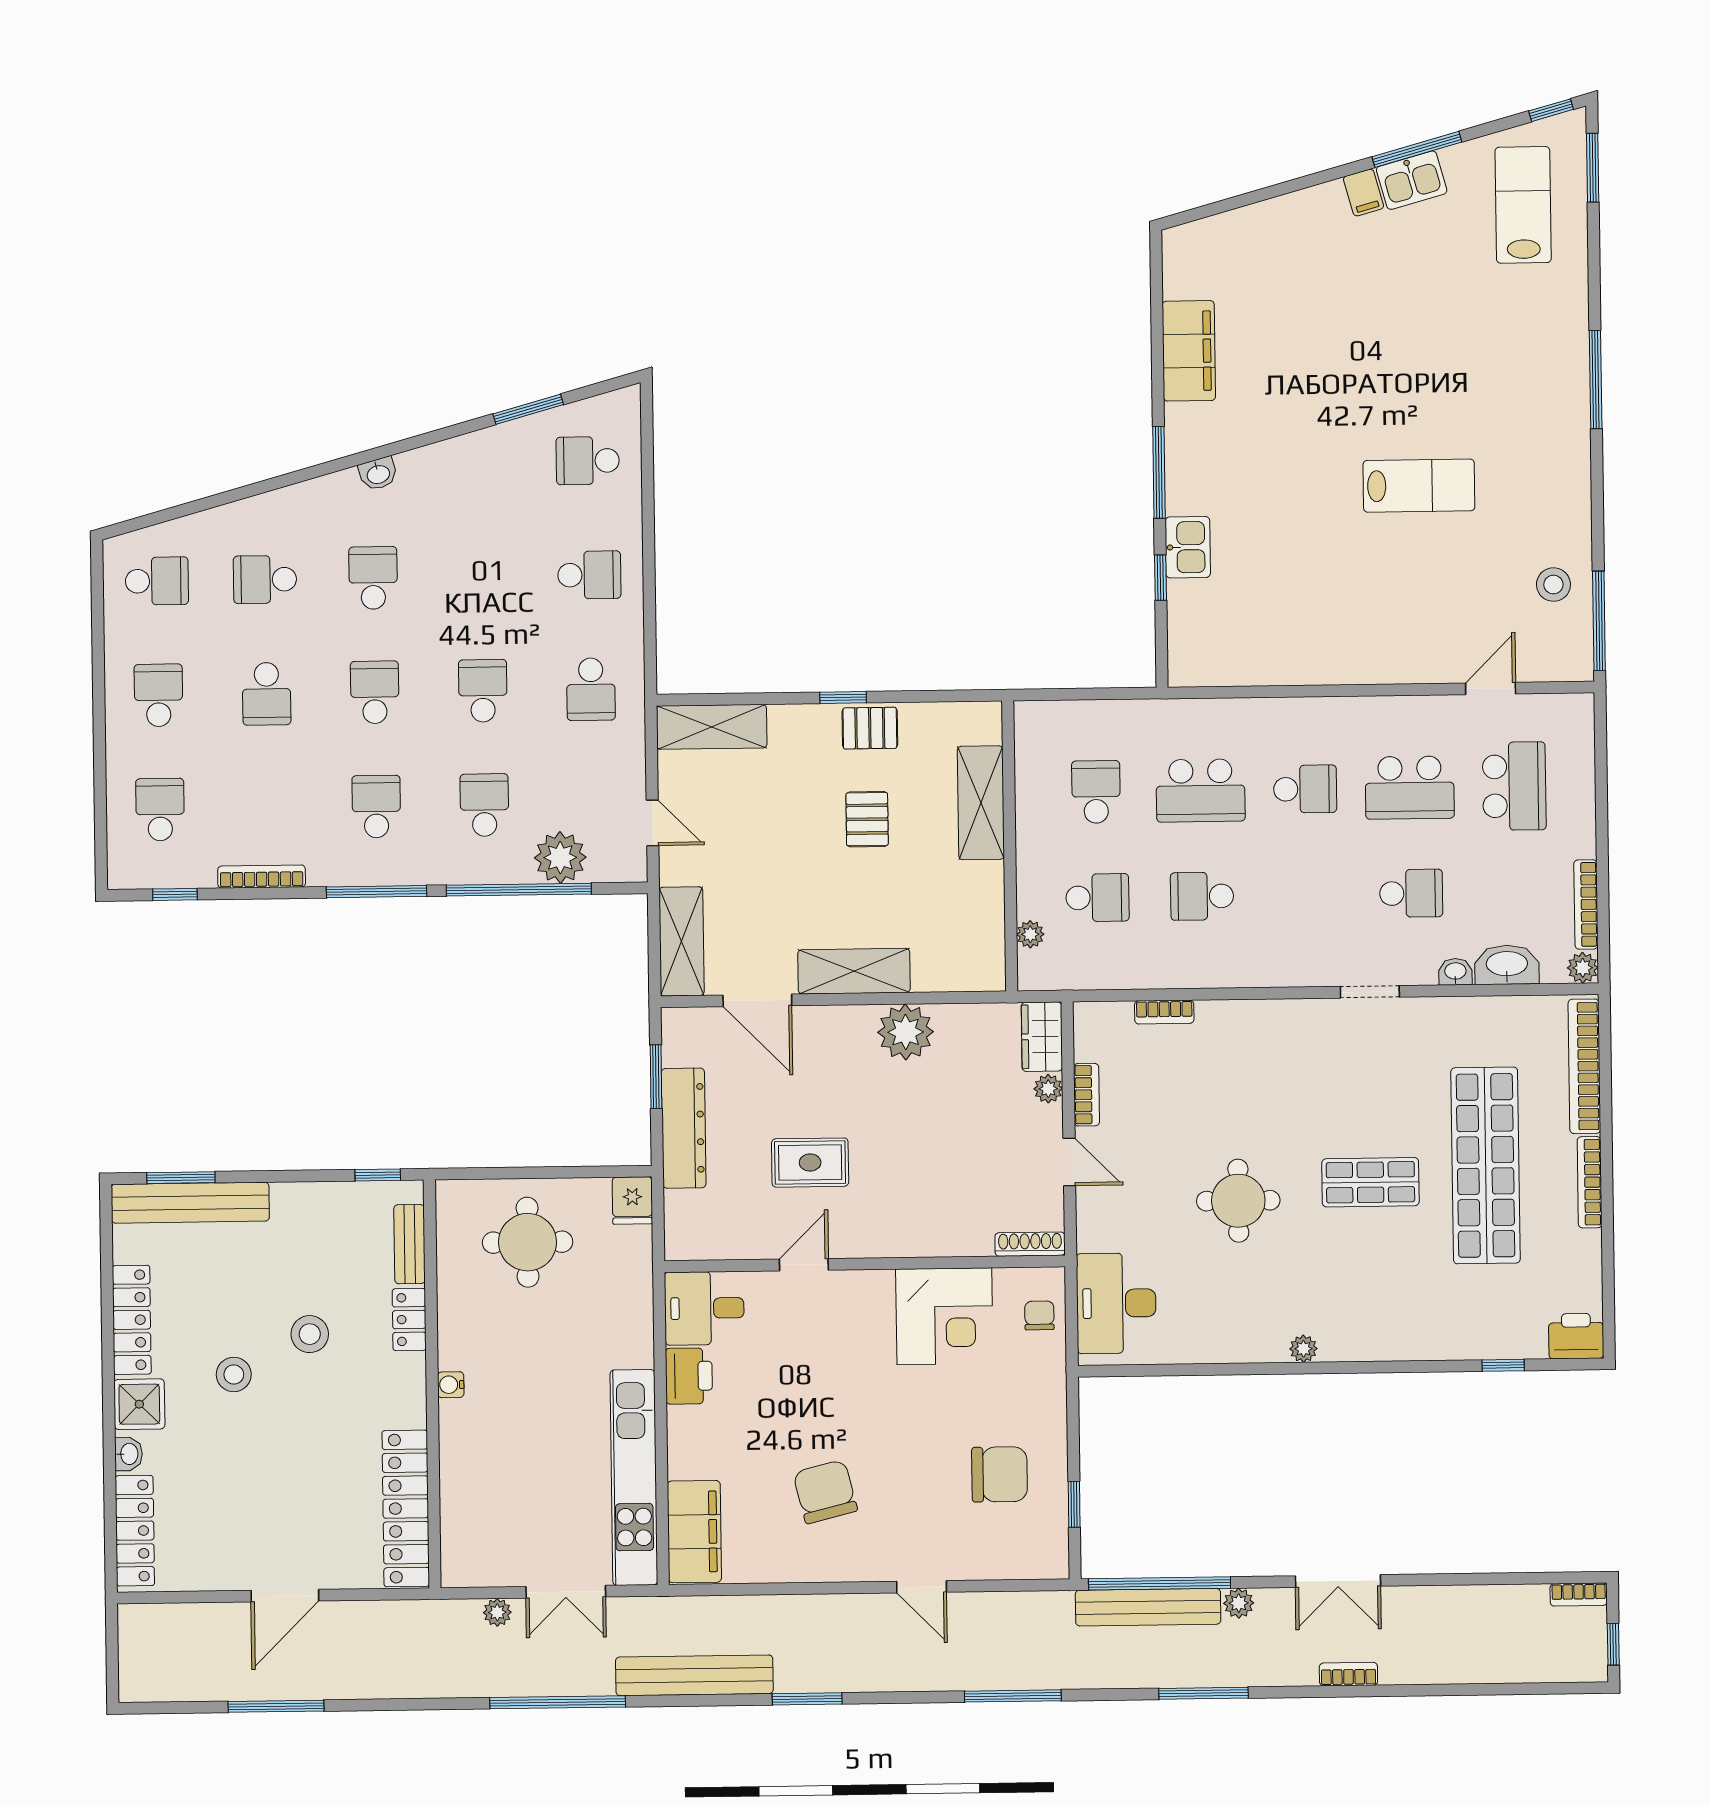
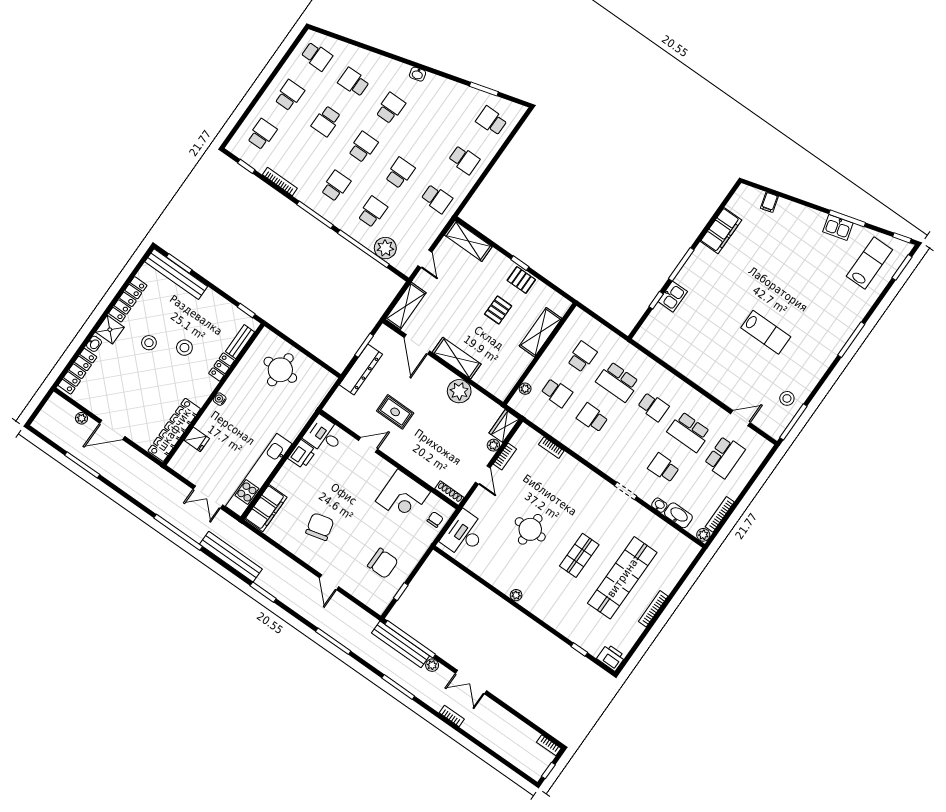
filing cabinet: (1364, 193) -> (769, 202), moved
school desk: (591, 689) -> (437, 199), turned -90
school desk: (1411, 893) -> (664, 468), turned 180
bookcase: (1584, 1066) -> (680, 568), removed
shop shelf: (1370, 1182) -> (579, 555), turned 90
fridge: (632, 1201) -> (197, 439), moved, turned -90
plant: (497, 1612) -> (81, 418), moved

